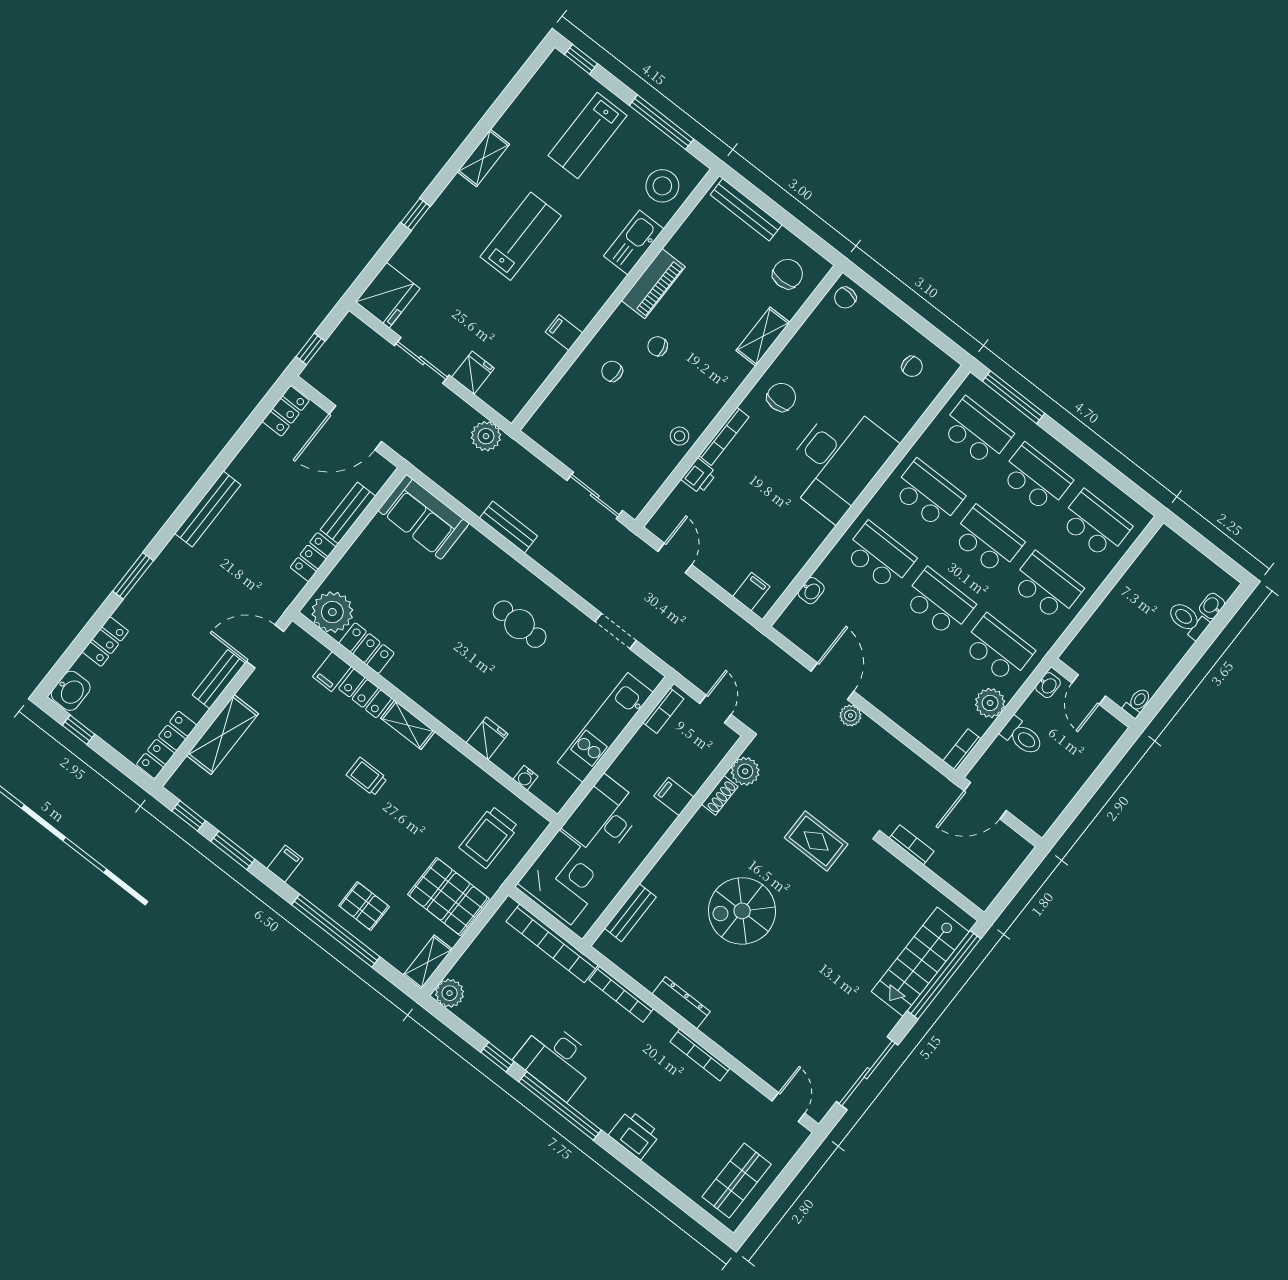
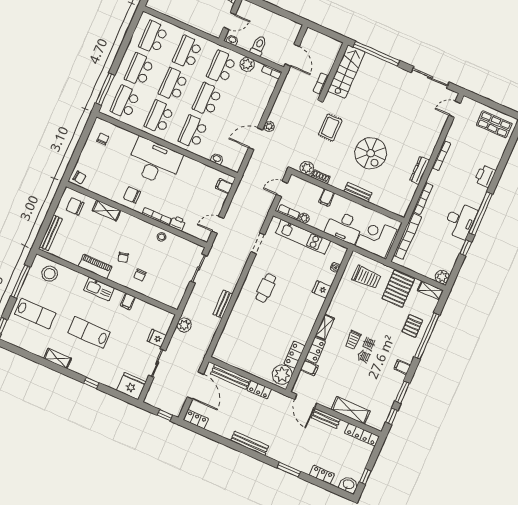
kitchen sink: (634, 243) -> (99, 289), moved
bench: (348, 513) -> (230, 377), width x1.36
sofa: (424, 517) -> (228, 344), removed
plant: (643, 739) -> (304, 218), added
bench: (630, 913) -> (358, 192), moved
stairs: (920, 962) -> (346, 71), moved, turned -90

